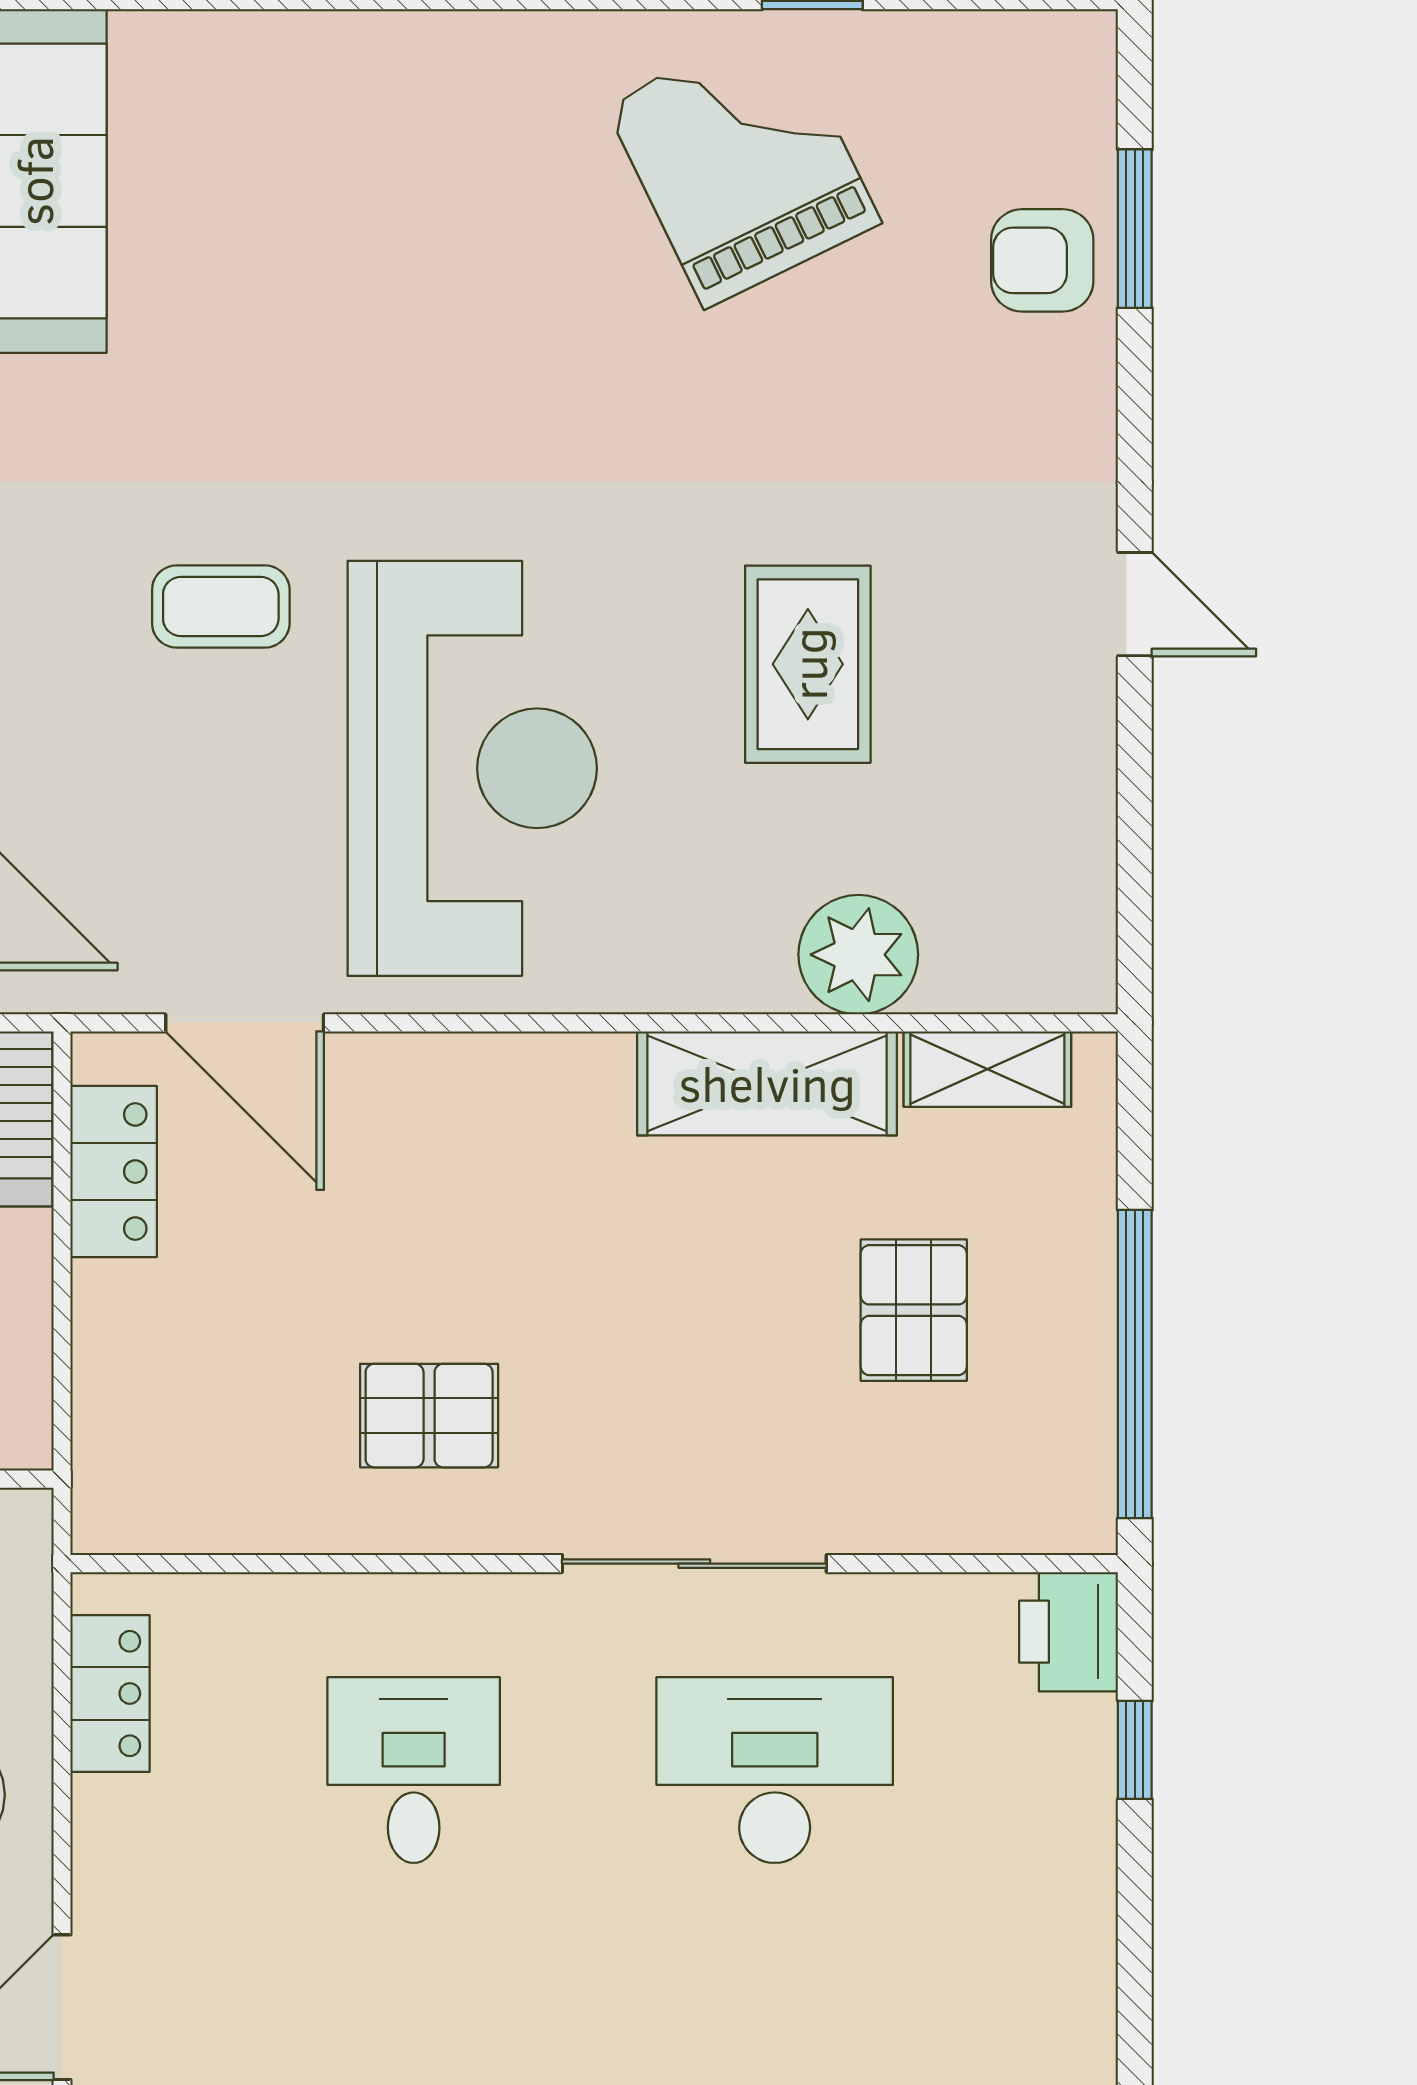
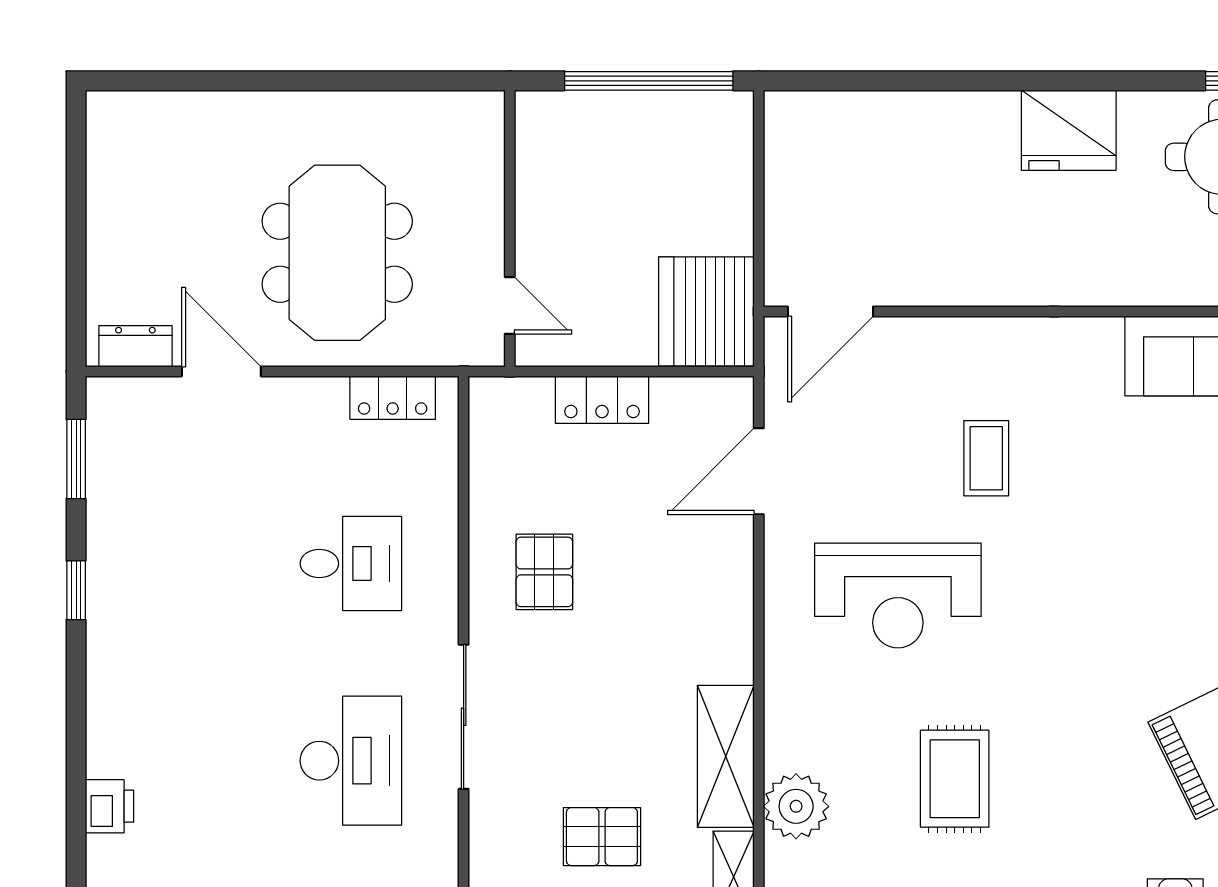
rug: (808, 664) -> (955, 779), turned 90
reception desk: (472, 768) -> (898, 595), width x0.74, depth x0.77
locker: (114, 1172) -> (602, 400), moved

